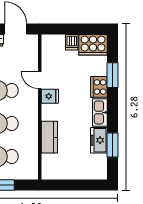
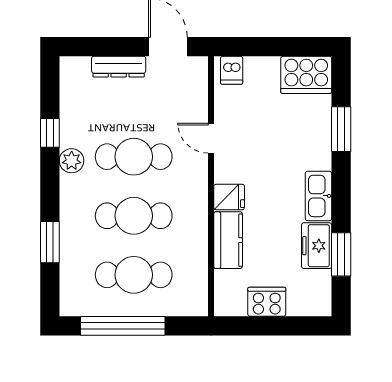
dishwasher: (72, 42) -> (232, 70), moved
cooker: (99, 87) -> (267, 302), moved, turned 90
fridge: (50, 96) -> (229, 197), moved

